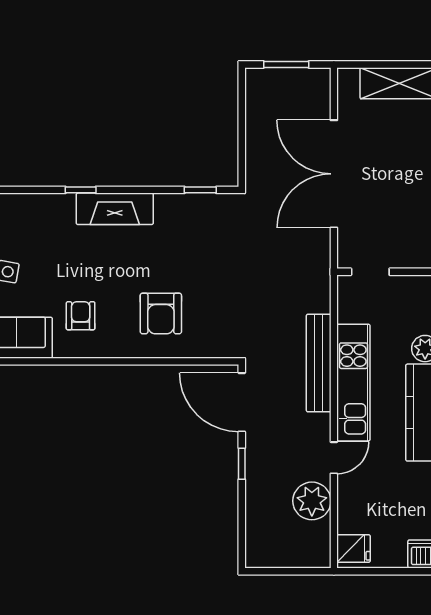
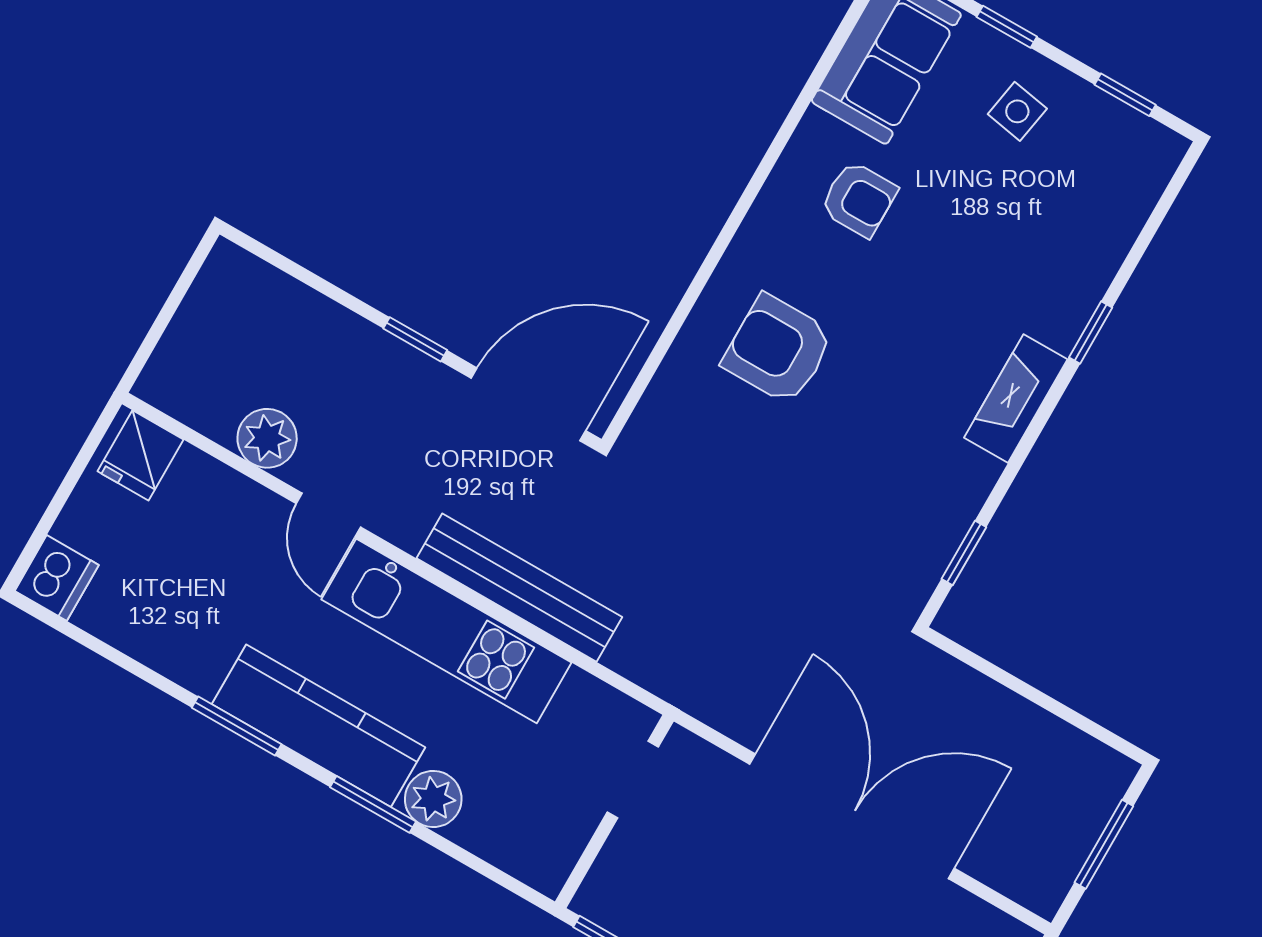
fireplace: (115, 209) -> (1016, 399), width x0.73, depth x0.76
plant: (312, 501) -> (267, 438), width x0.73, depth x0.73

